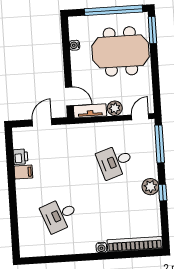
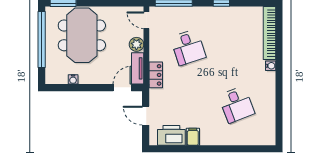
locker: (85, 130) -> (156, 75), added
printer: (21, 157) -> (171, 135), width x1.87, depth x1.48
plant: (150, 187) -> (215, 15), removed

